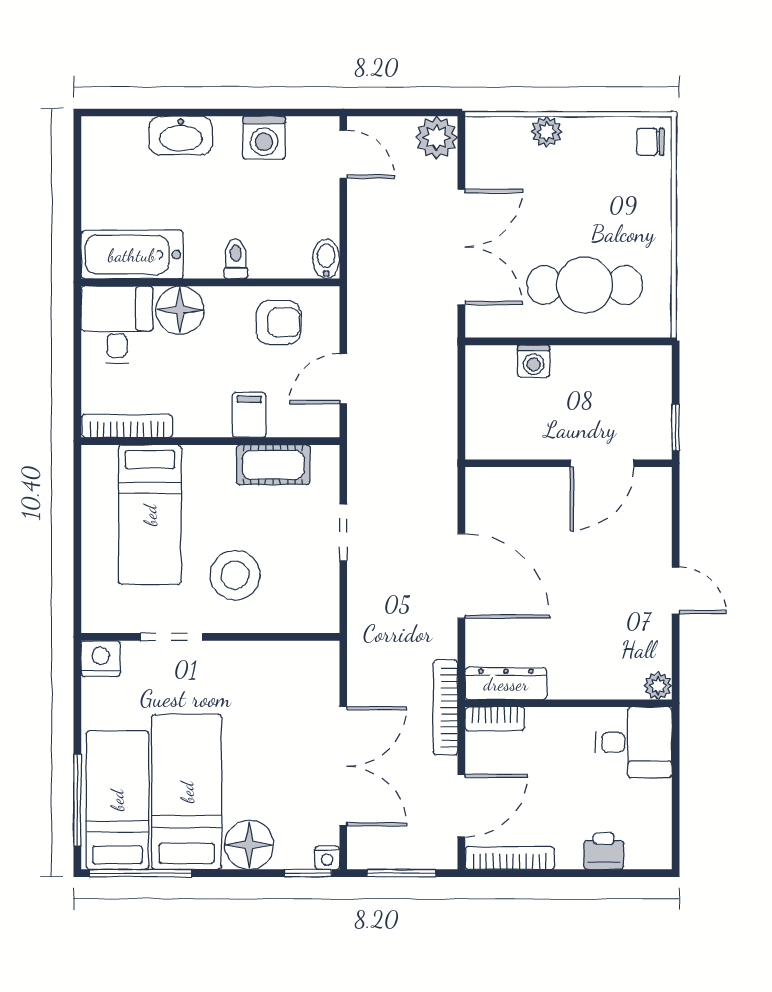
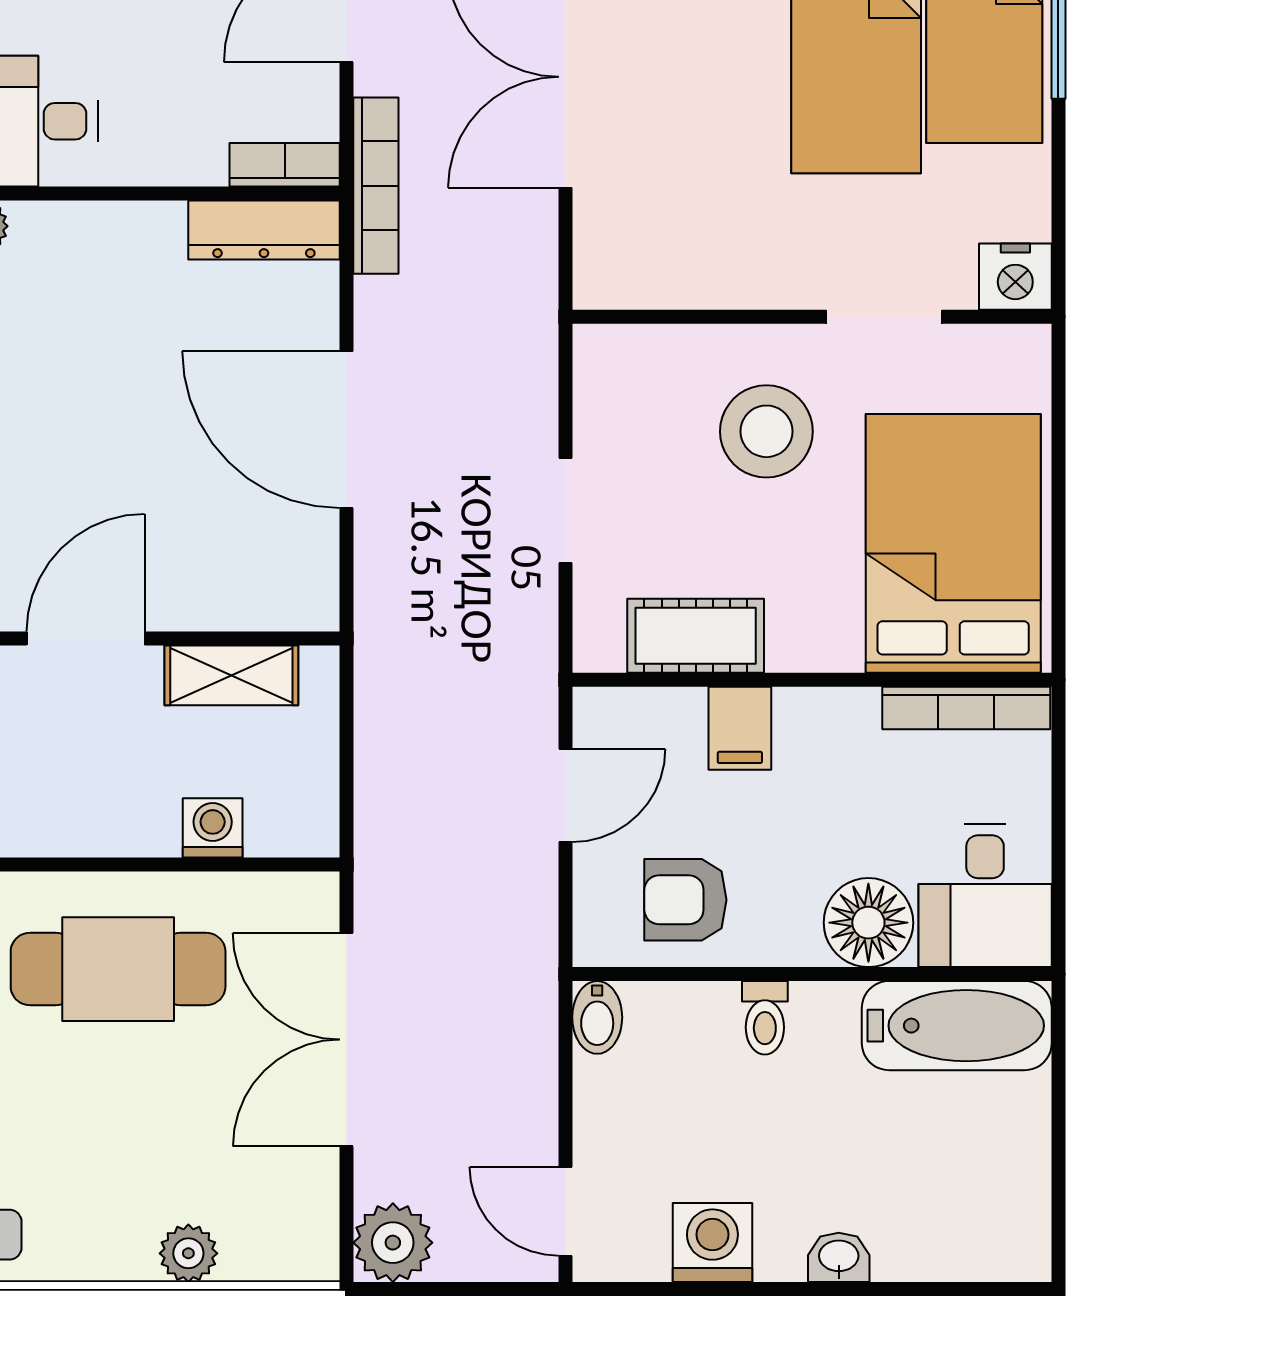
washbasin: (181, 136) -> (839, 1257), width x0.52, depth x0.69
shelving: (523, 443) -> (231, 675), added
bed: (150, 515) -> (953, 543), width x1.50

